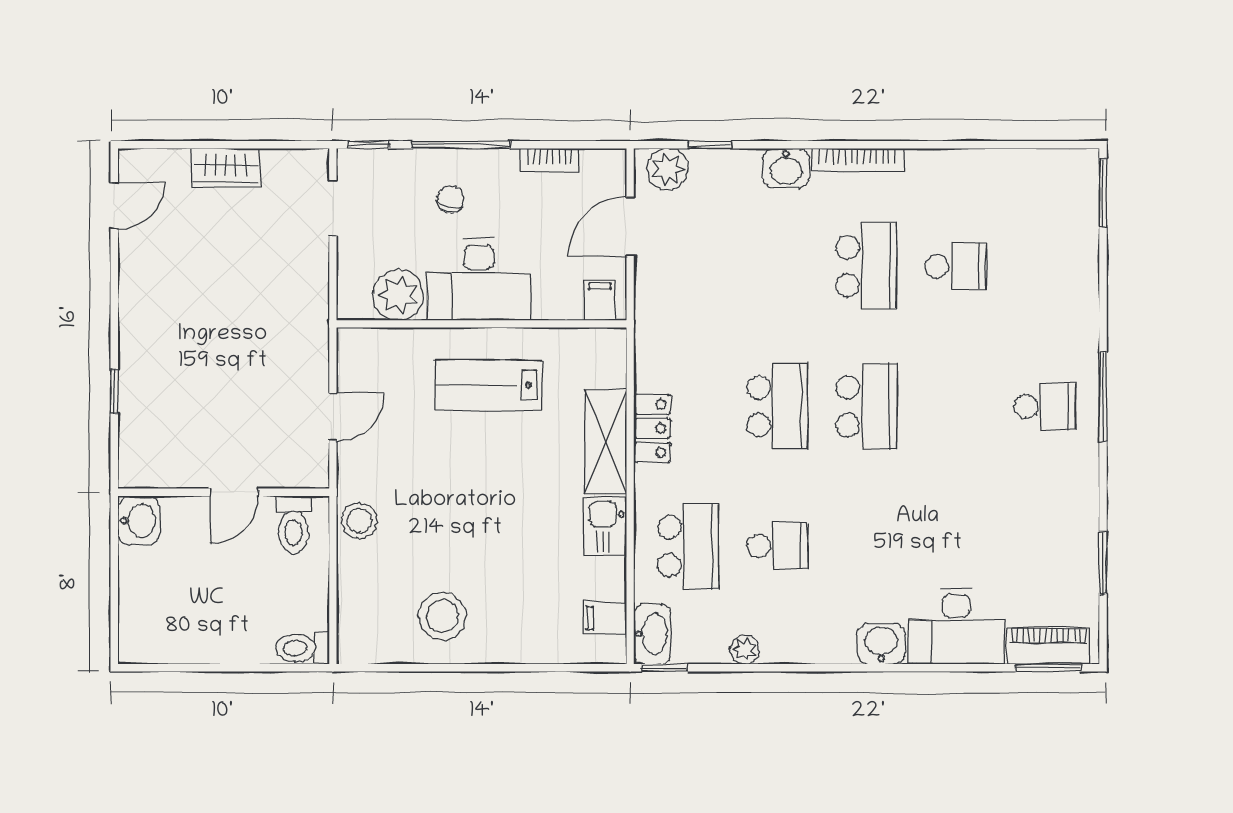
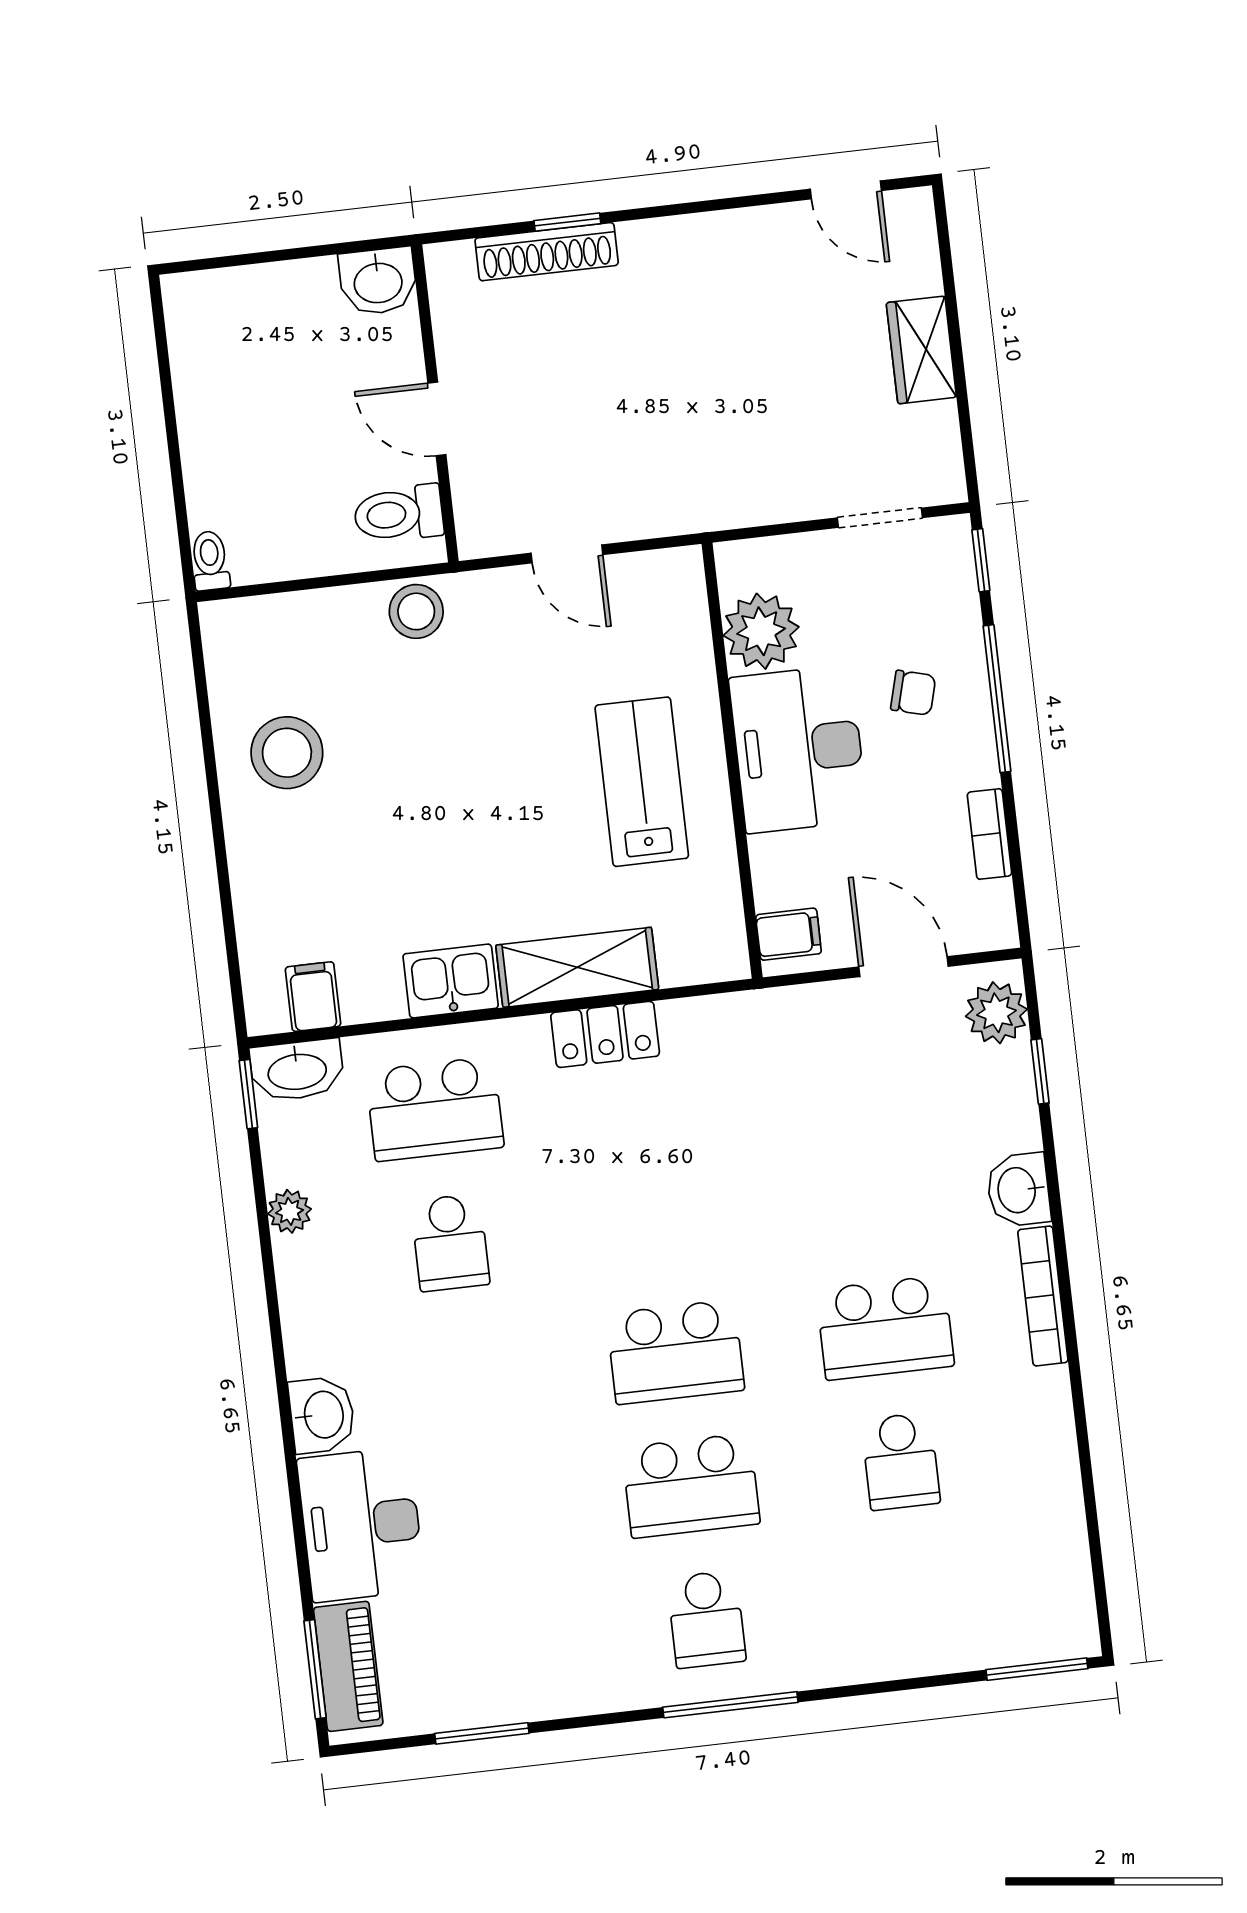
school desk: (777, 406) -> (691, 1486), moved
shoe rack: (132, 407) -> (547, 252), added
toilet: (303, 648) -> (210, 561), width x0.73, depth x0.72

